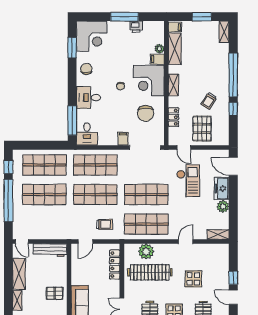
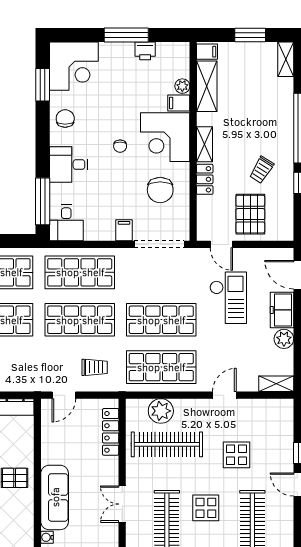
locker: (173, 117) -> (205, 179), moved

